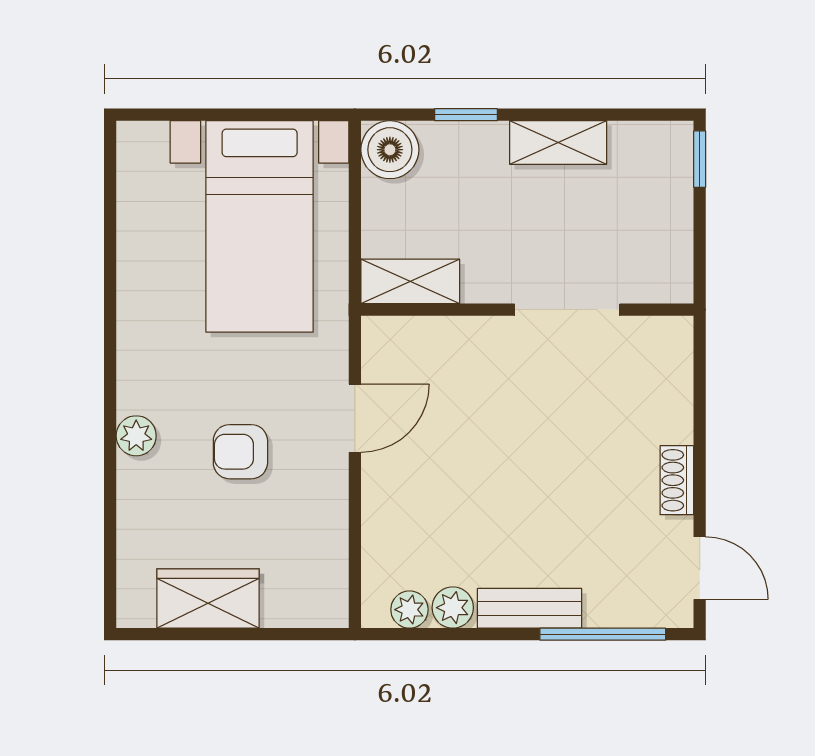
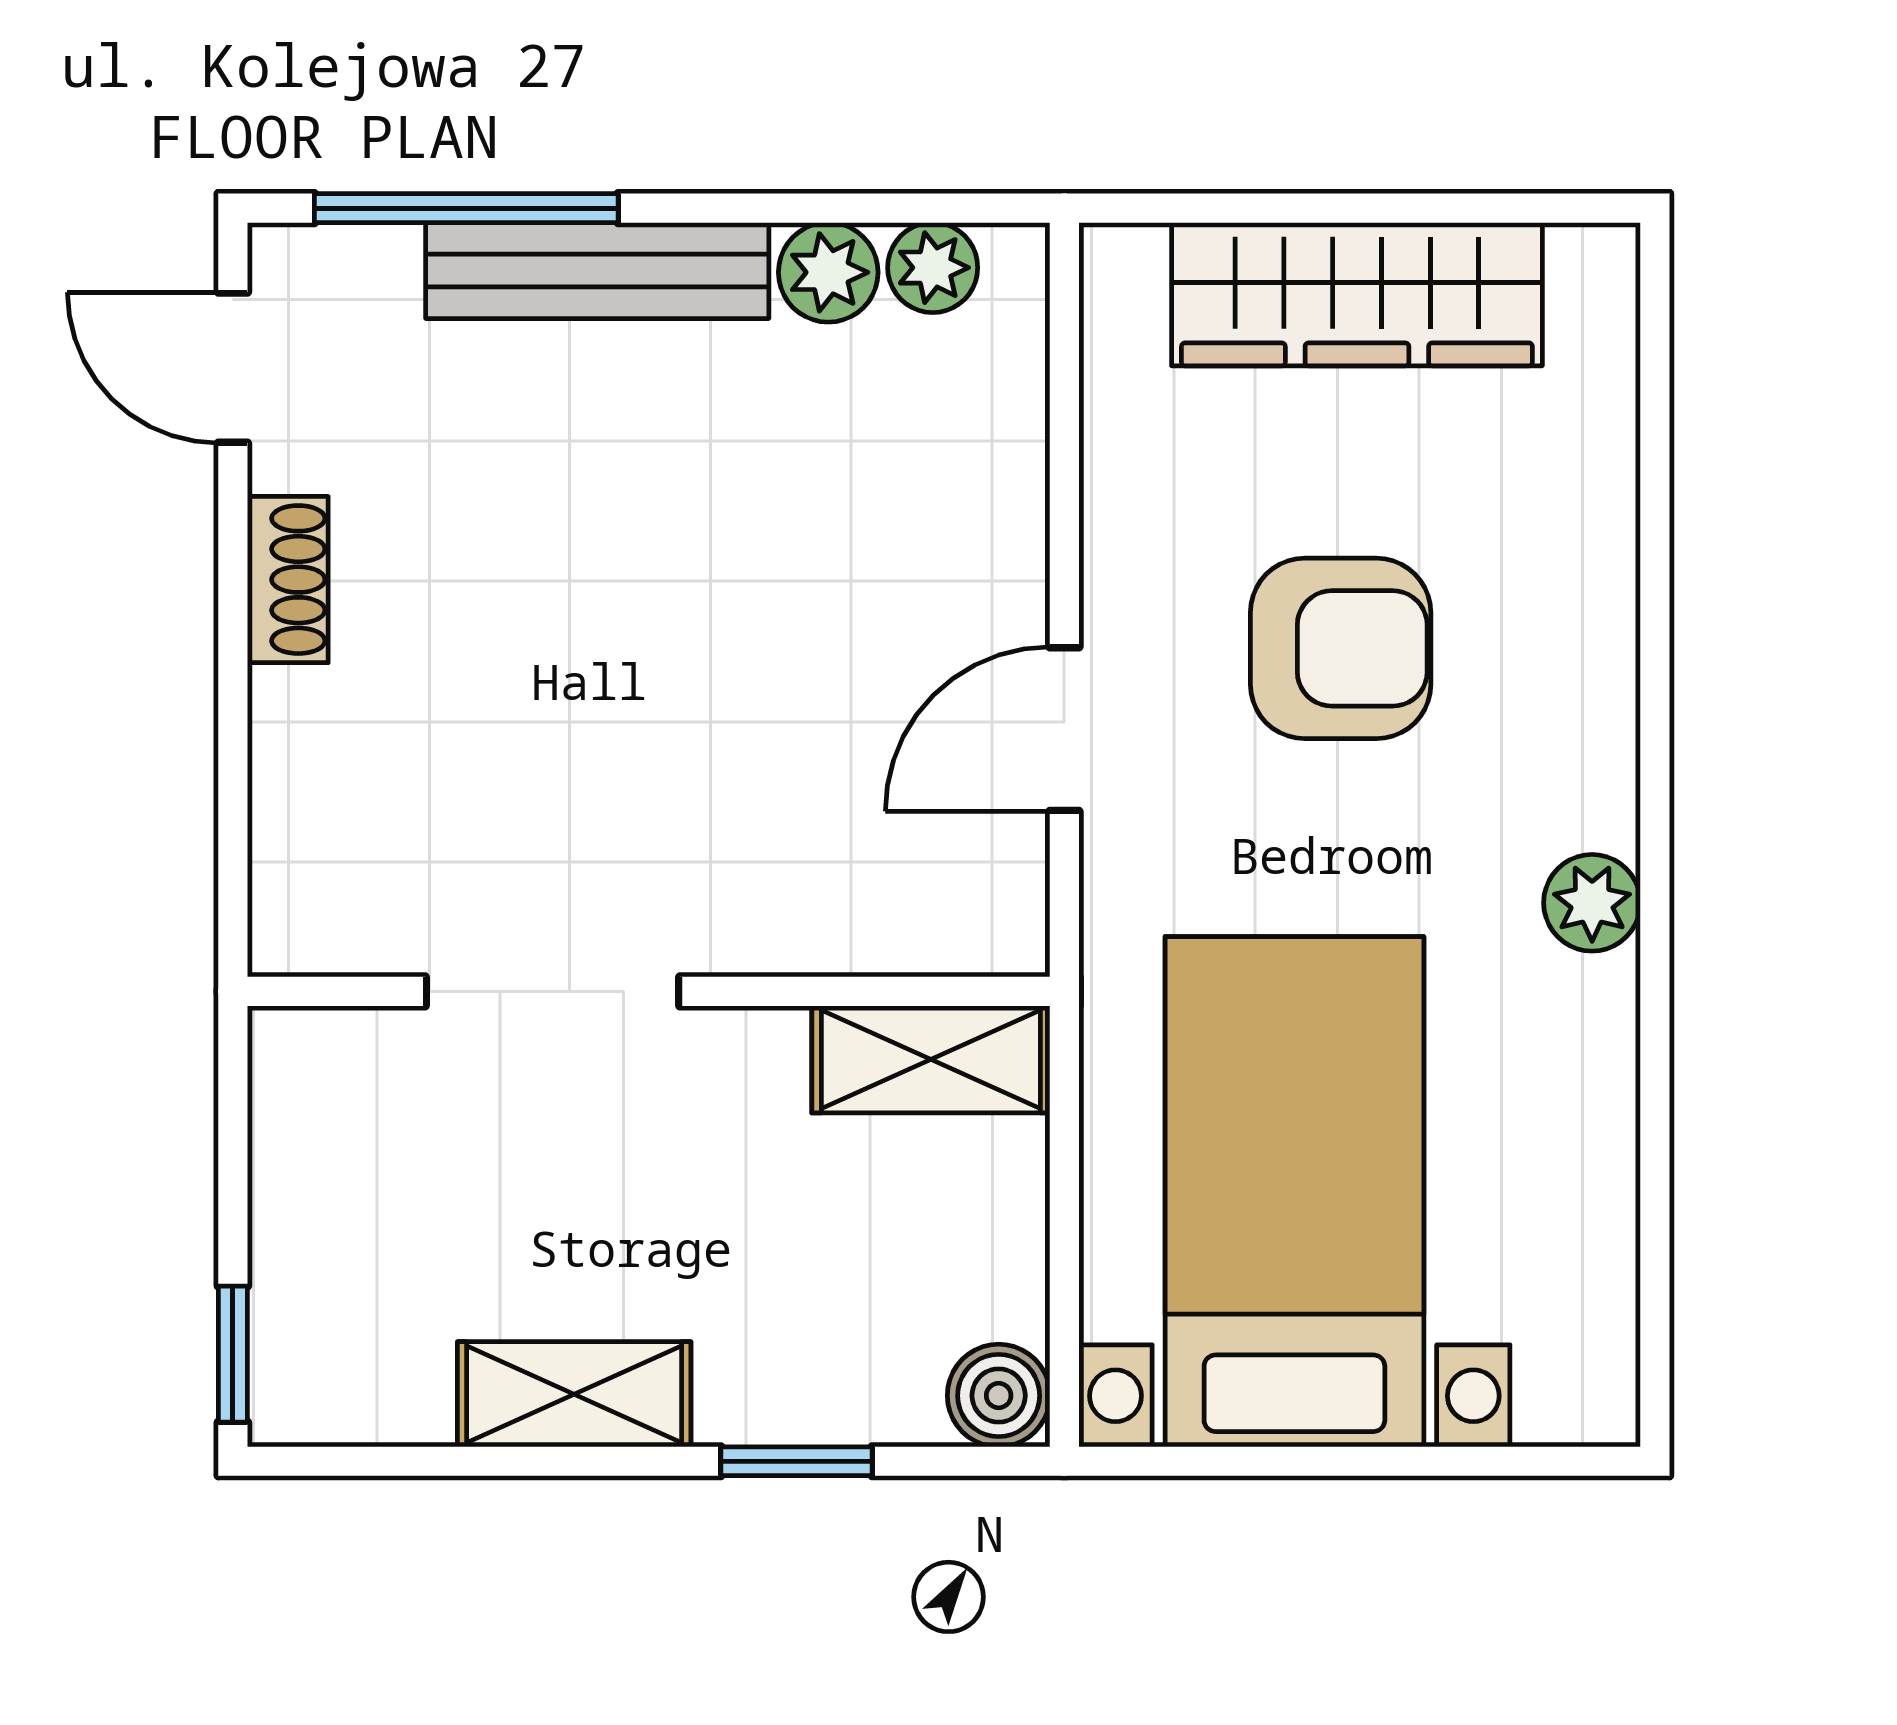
boiler: (390, 150) -> (999, 1396), width x0.73, depth x0.73
plant: (136, 436) -> (1592, 903), moved
armchair: (240, 452) -> (1341, 648), width x1.38, depth x1.38
wardrobe: (208, 599) -> (1357, 294), width x1.50
bench: (530, 608) -> (597, 271), width x1.36

